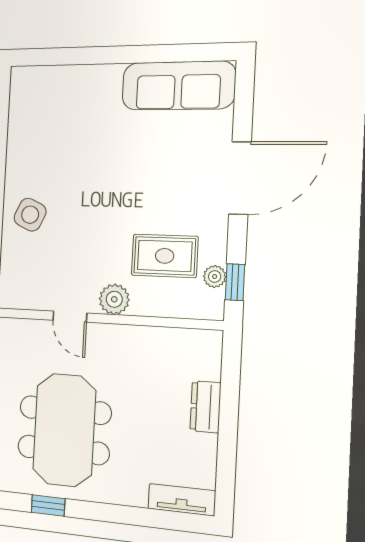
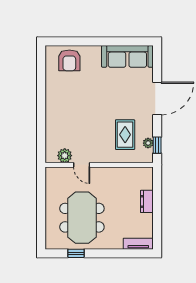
armchair: (57, 96) -> (69, 60), added
side table: (30, 215) -> (59, 117), removed
rug: (165, 256) -> (125, 135), turned 90
plant: (114, 299) -> (65, 156), moved

